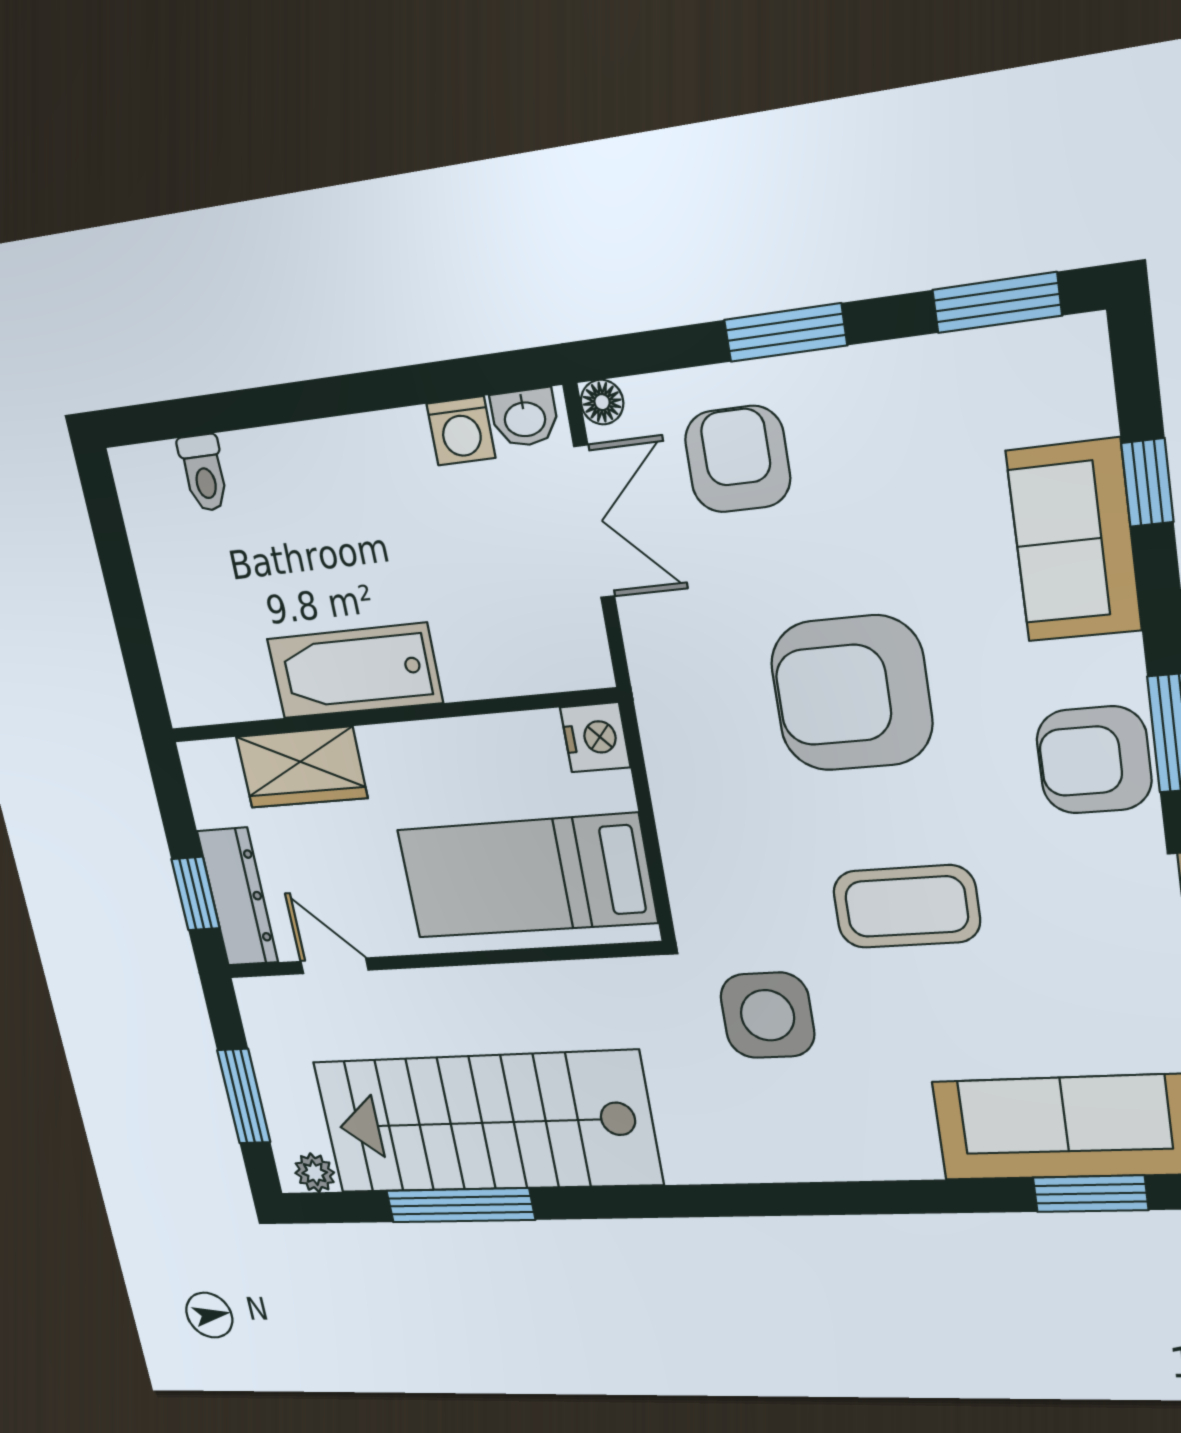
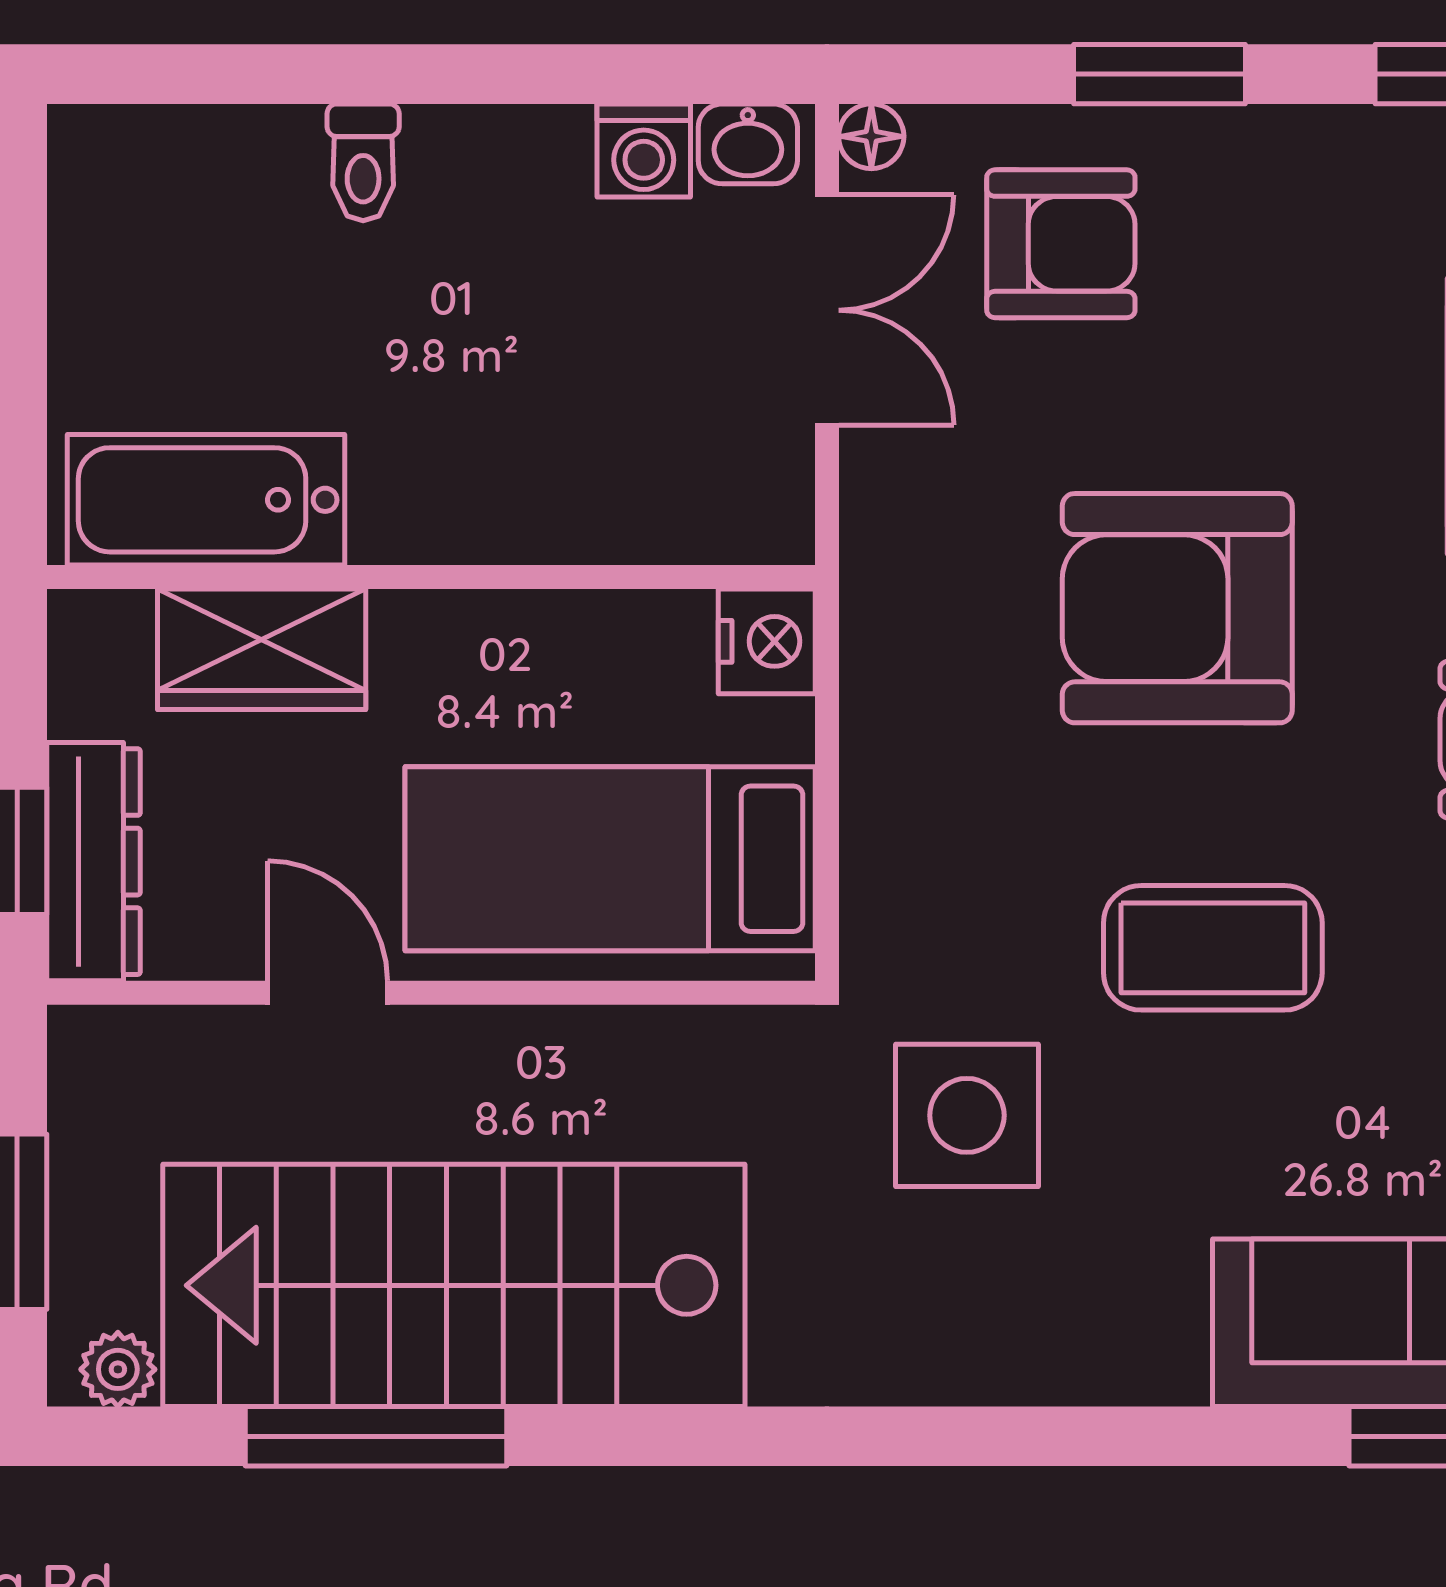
armchair: (738, 459) -> (1061, 244), turned 90
toilet: (204, 473) -> (363, 162), moved
bathtub: (355, 671) -> (206, 500), moved
door: (334, 966) -> (328, 993), moved

